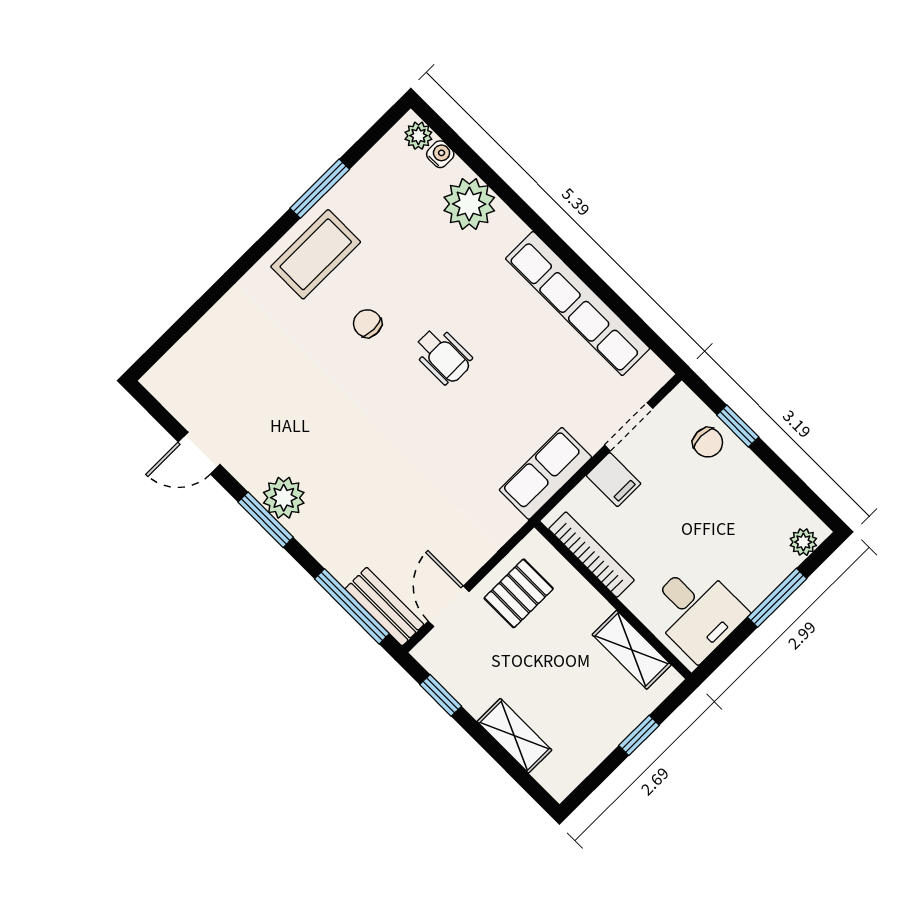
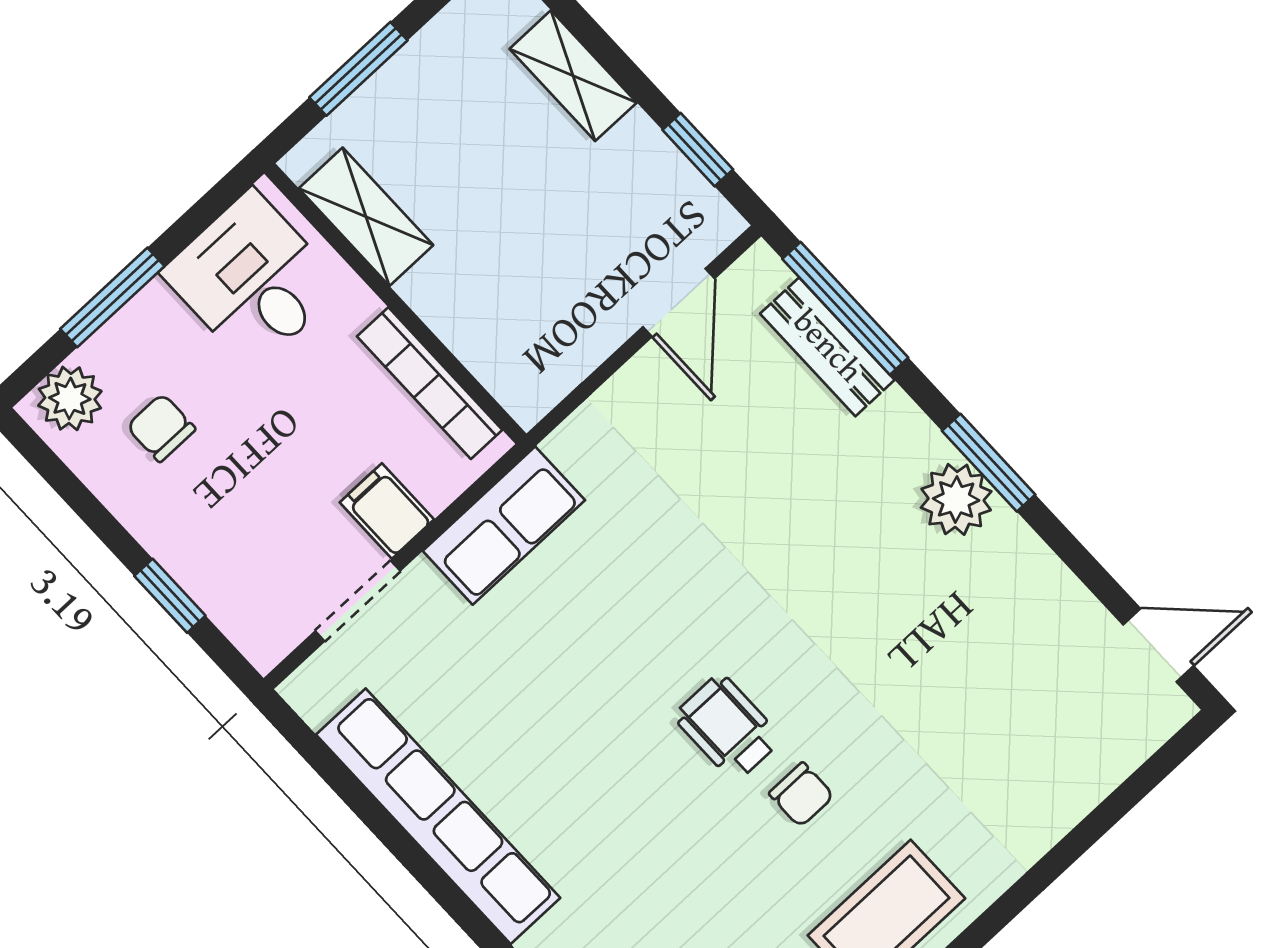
wheelchair: (443, 356) -> (728, 727), moved
chair: (708, 442) -> (161, 428), moved
door: (199, 453) -> (1158, 645), moved
plant: (803, 542) -> (70, 398), width x1.38, depth x1.38
pallet: (519, 593) -> (557, 321), removed
bench: (384, 607) -> (827, 347), moved
window: (639, 735) -> (358, 69), width x1.50

